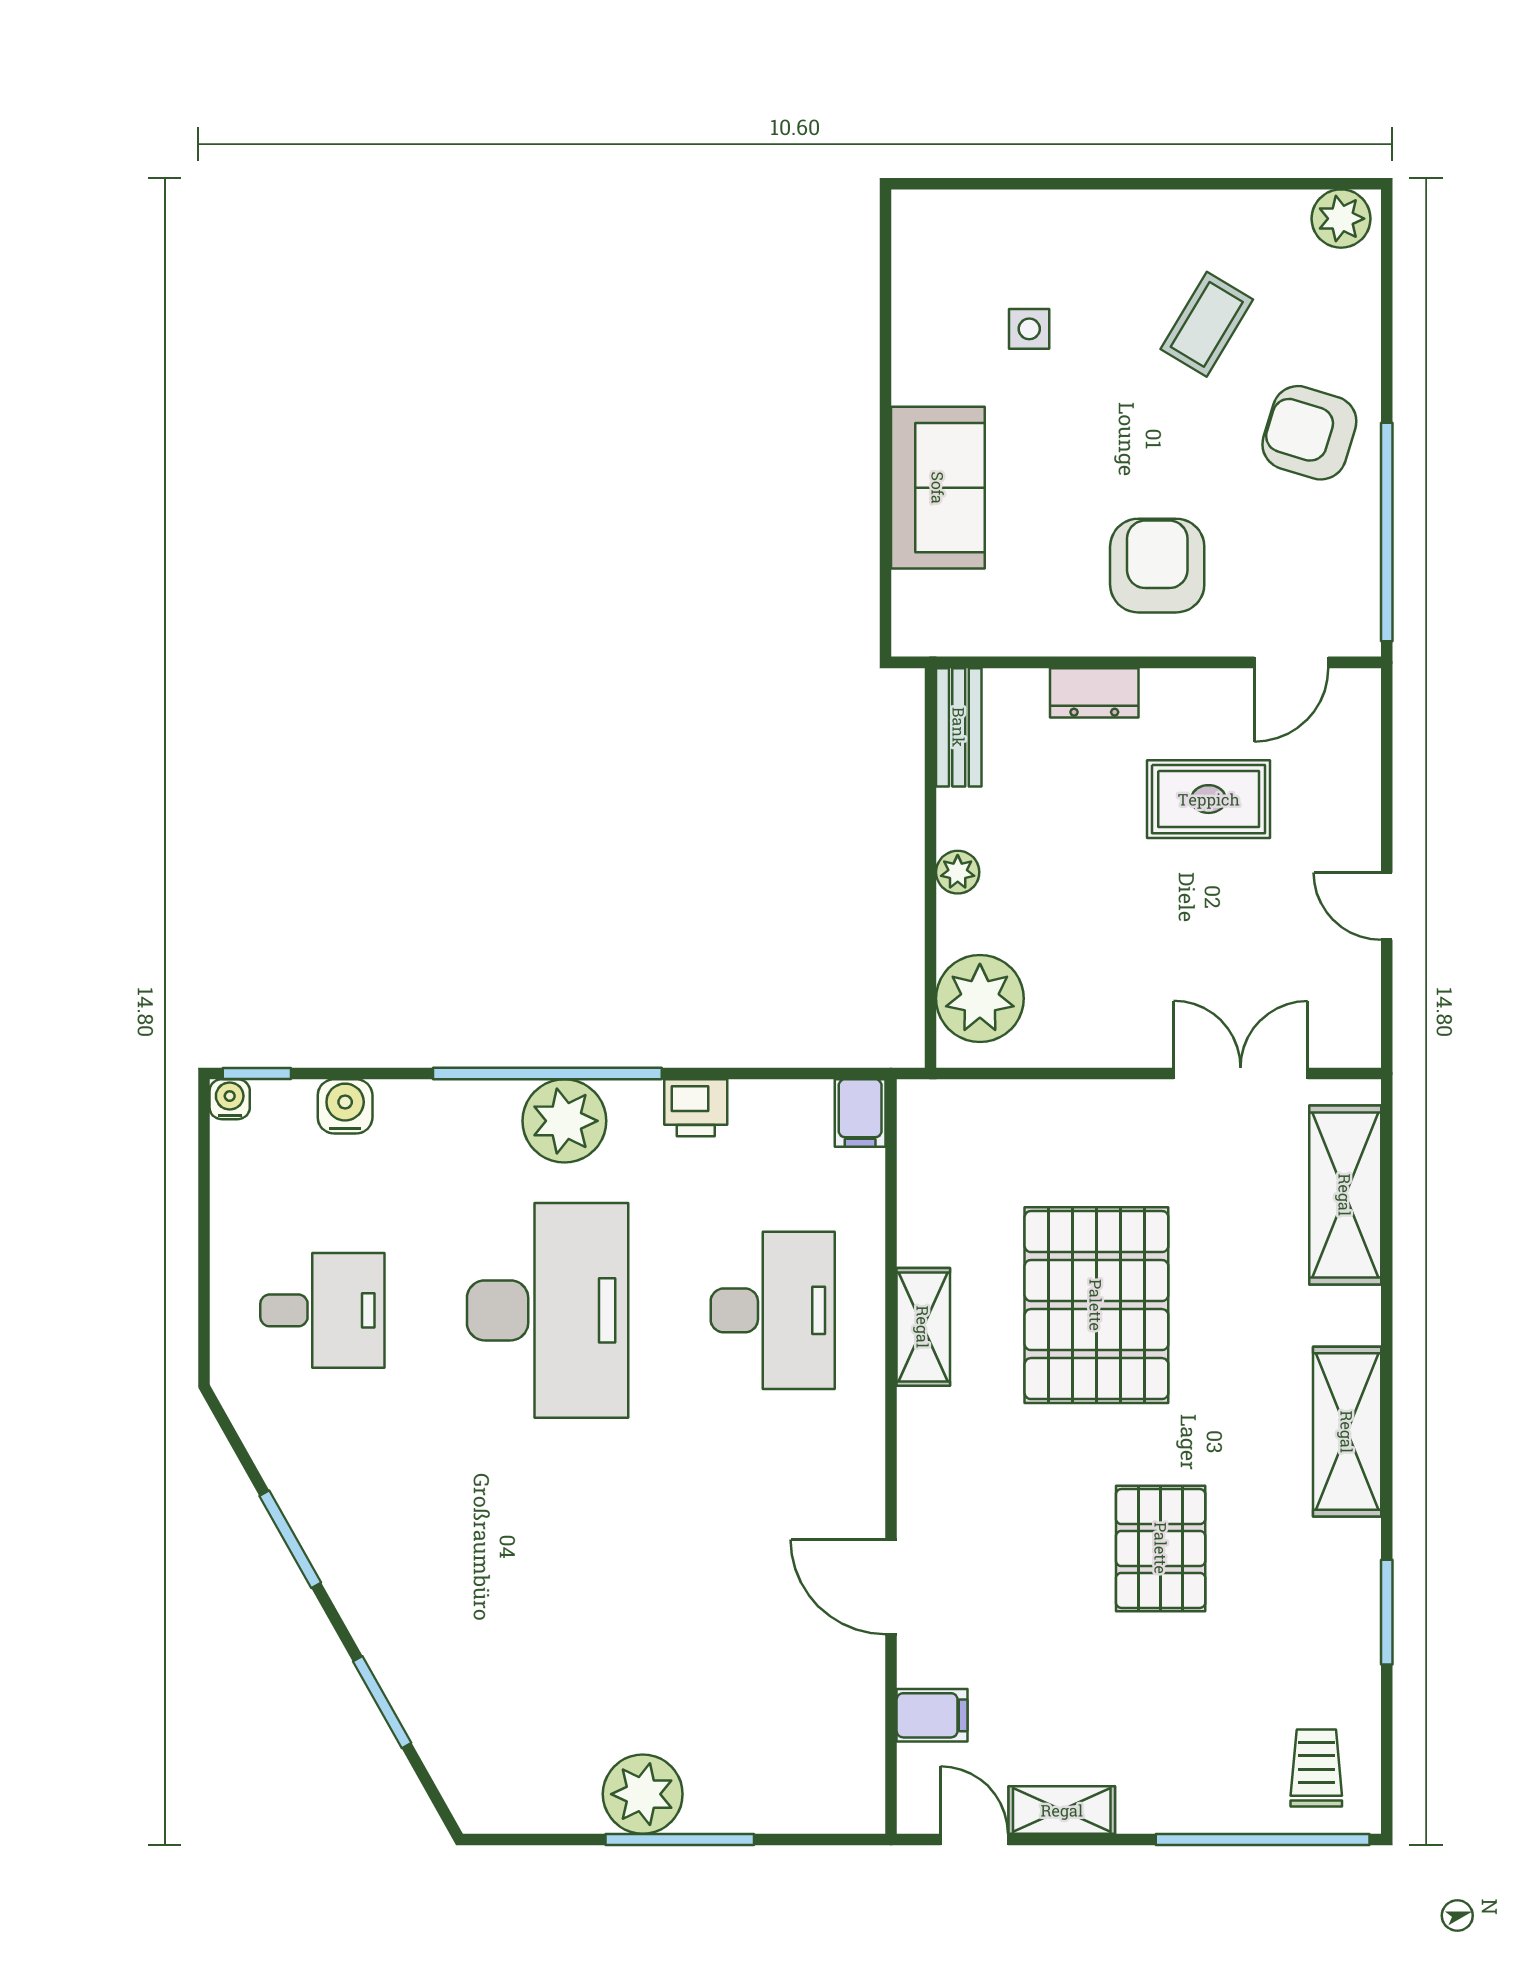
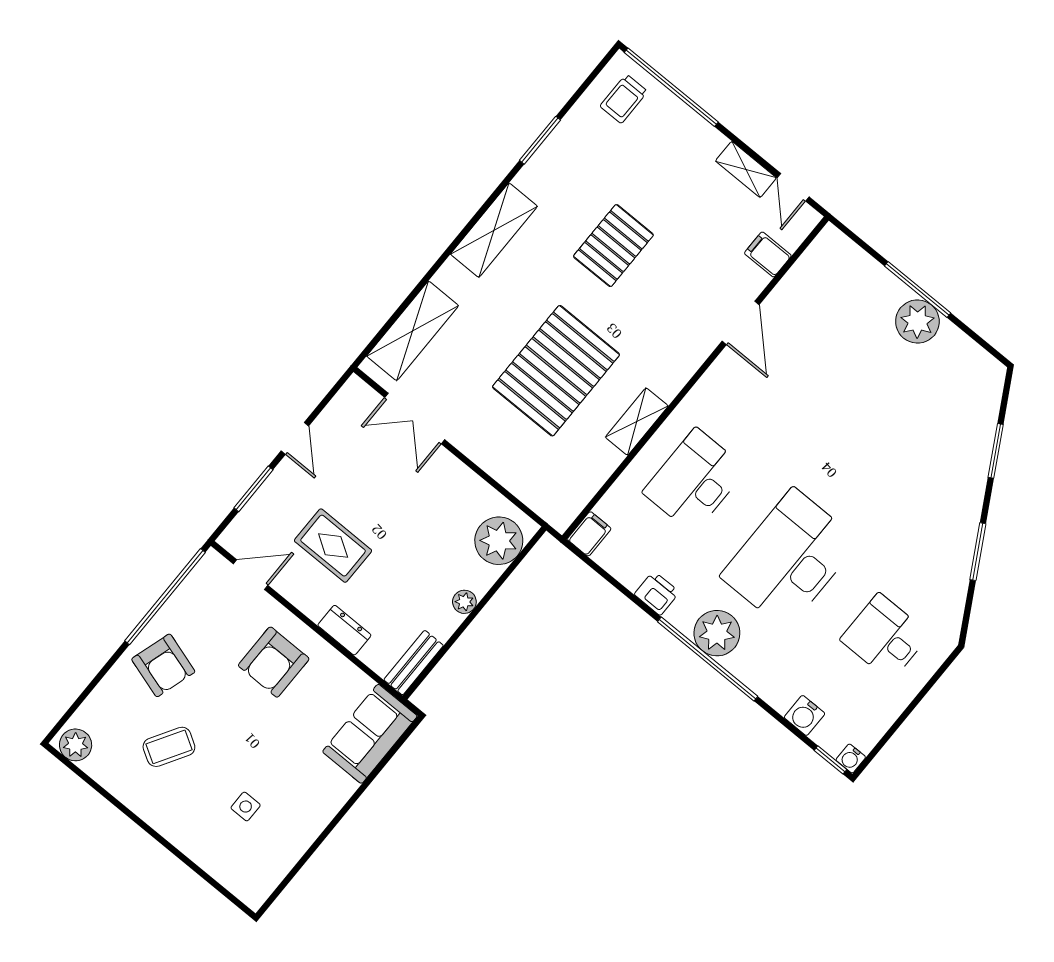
sofa: (938, 488) -> (370, 734), moved
window: (1387, 787) -> (254, 489), added

